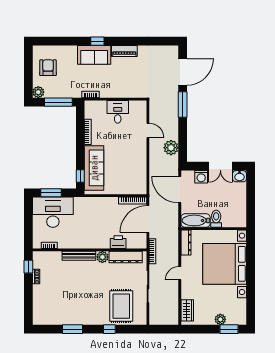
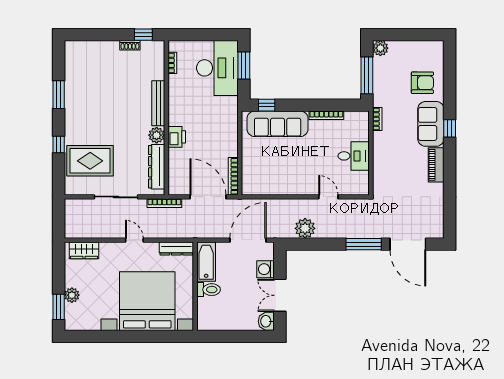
armchair: (48, 68) -> (422, 83), moved
door: (148, 130) -> (328, 197), swing flipped
printer: (118, 242) -> (177, 137), moved

